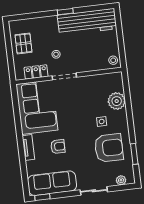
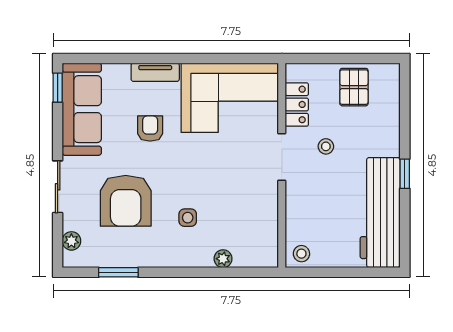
pallet: (23, 43) -> (354, 87), turned 90
plant: (117, 101) -> (223, 259), width x0.53, depth x0.53
armchair: (58, 147) -> (150, 129), turned 180
armchair: (109, 148) -> (126, 201), moved

